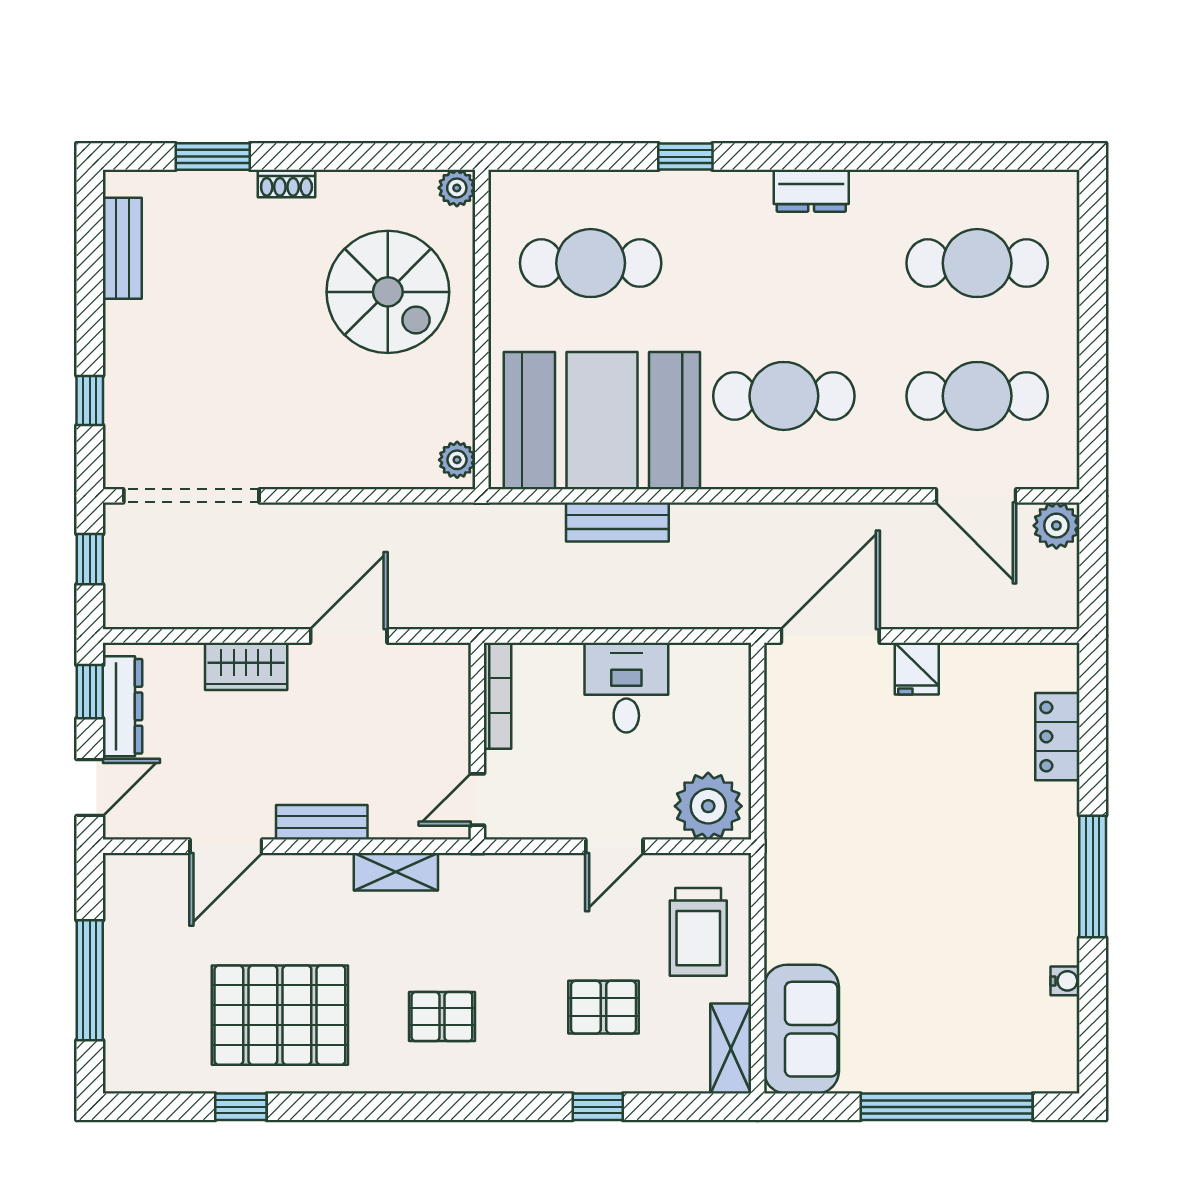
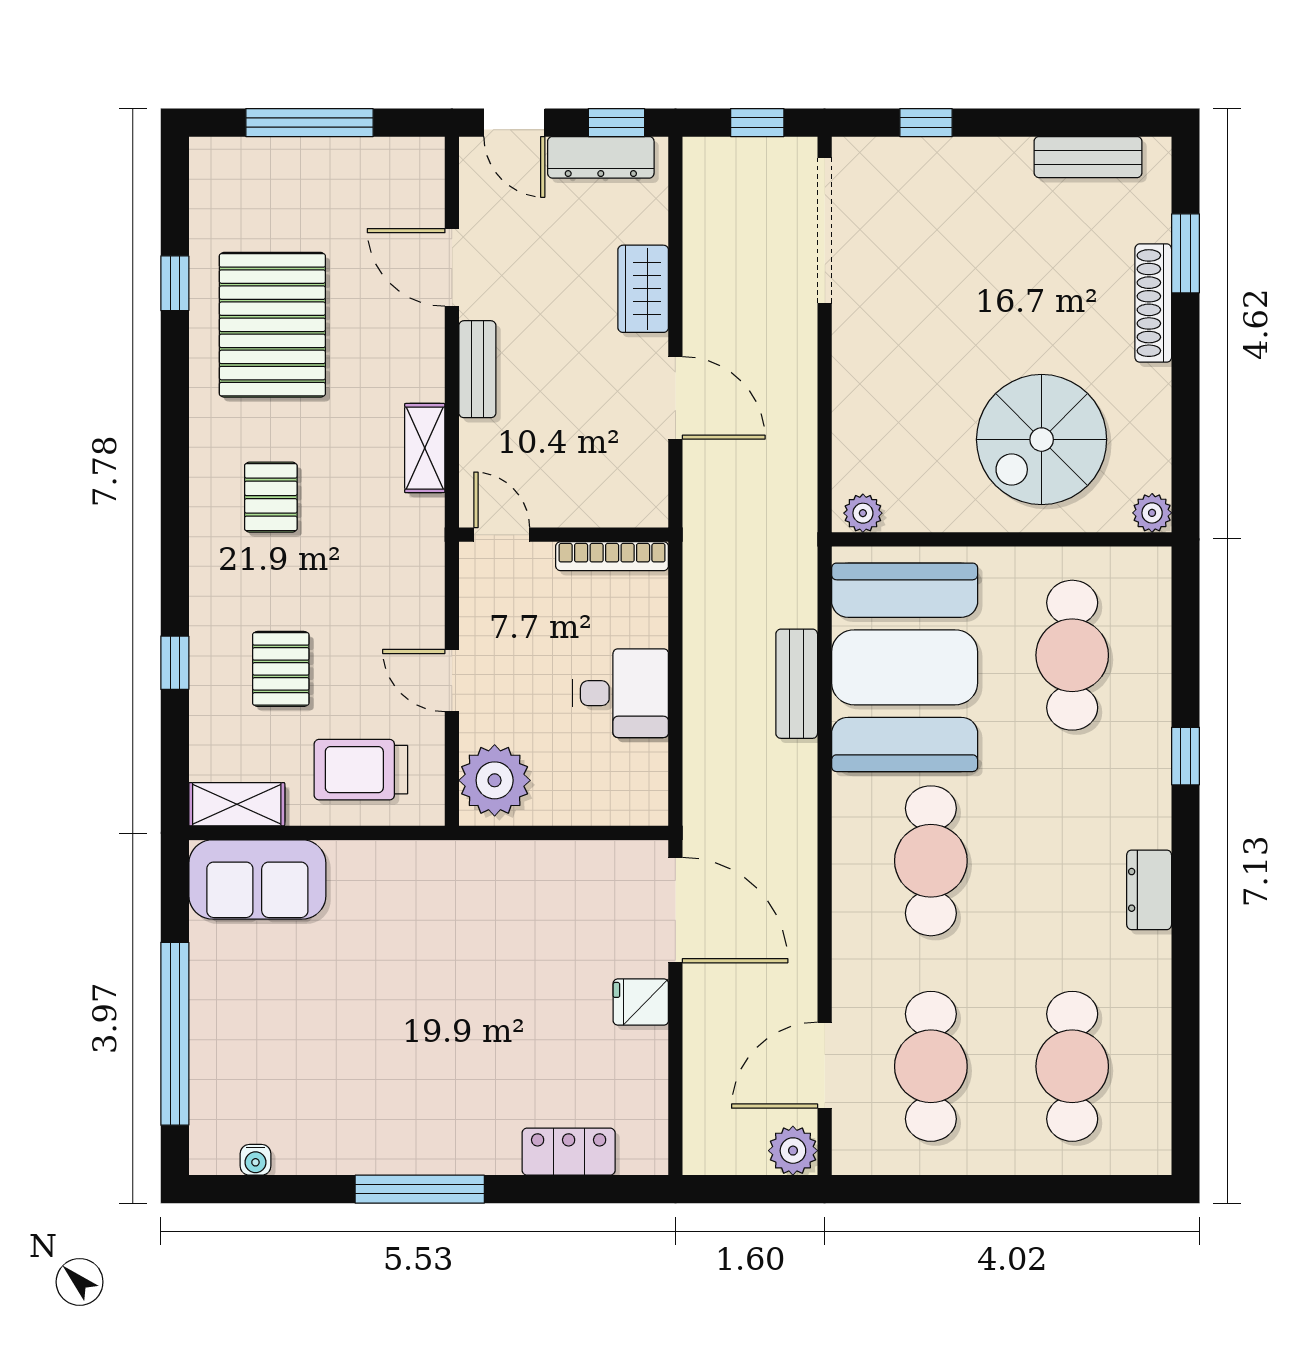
shoe rack: (286, 184) -> (1153, 303), width x1.94, depth x1.24
water cooler: (1065, 981) -> (255, 1160), moved

